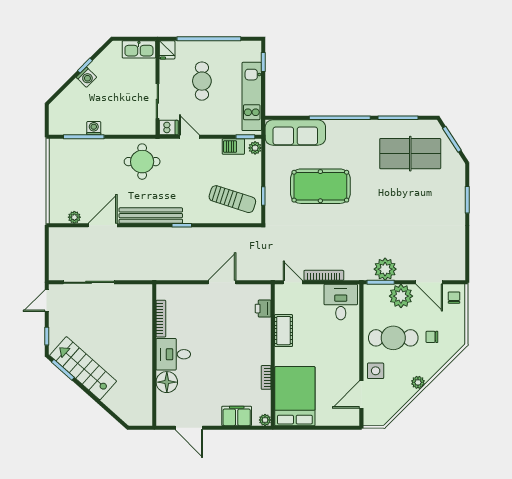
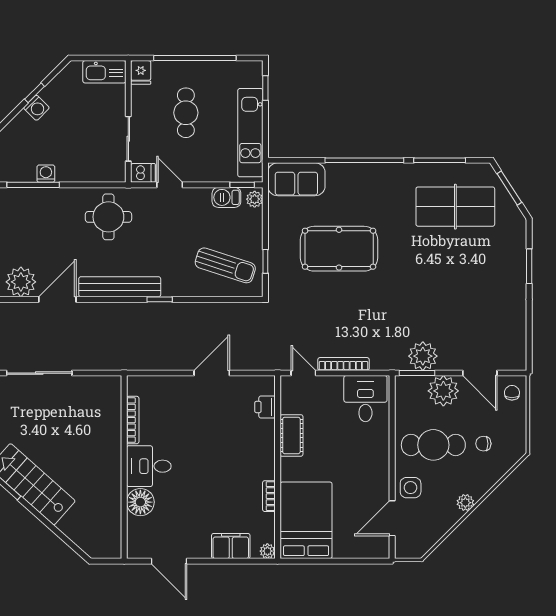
sofa: (295, 133) -> (296, 179), width x0.73
plant: (74, 217) -> (21, 282), width x1.88, depth x1.88

